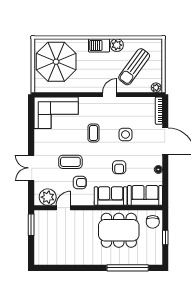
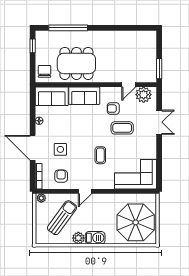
side table: (125, 134) -> (60, 149), moved
armchair: (119, 167) -> (61, 176), moved
window: (165, 238) -> (33, 46), moved

